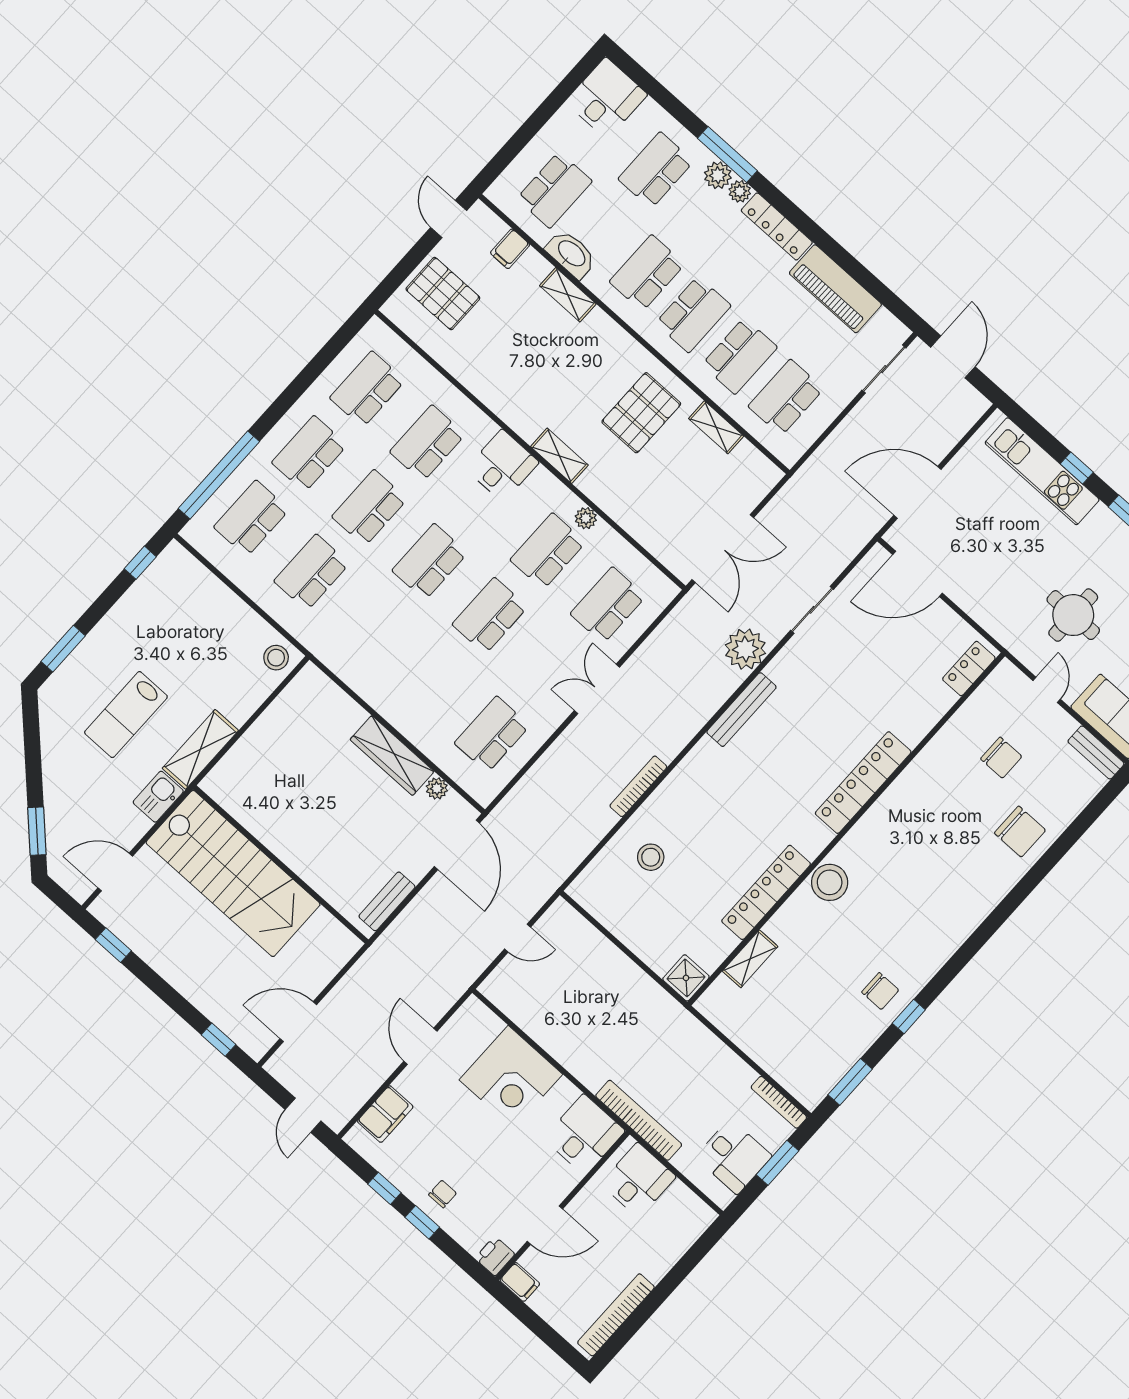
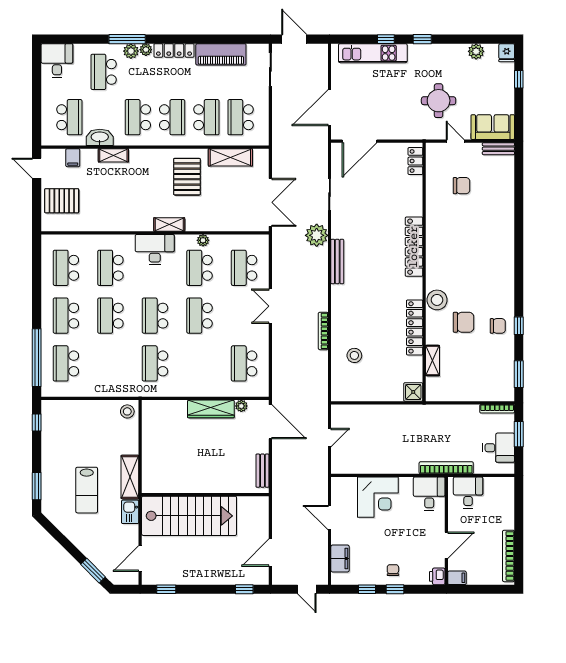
shelving: (716, 427) -> (230, 157), width x1.50, depth x1.33
desk: (502, 466) -> (155, 249), width x1.37
school desk: (312, 572) -> (155, 363), moved
chair: (1020, 832) -> (464, 322), moved

